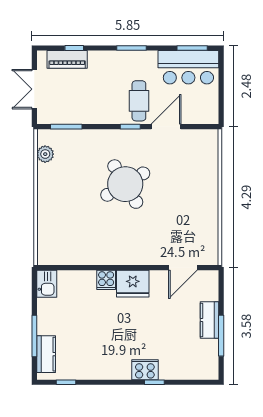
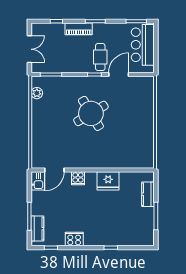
piano: (67, 59) -> (79, 29), moved
bar counter: (188, 67) -> (143, 45), moved, turned 90
double door: (34, 89) -> (29, 49), swing flipped
door: (183, 268) -> (54, 170), moved
fridge: (133, 284) -> (108, 181), moved
kitchen counter: (210, 320) -> (148, 194), moved
cooker: (145, 370) -> (74, 239), moved

